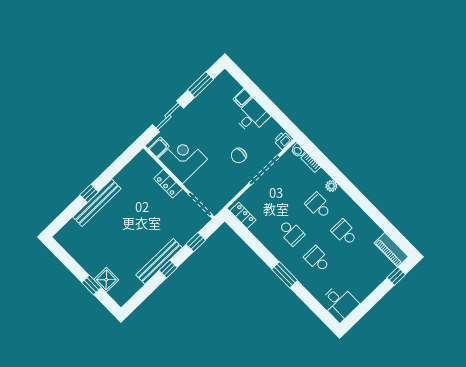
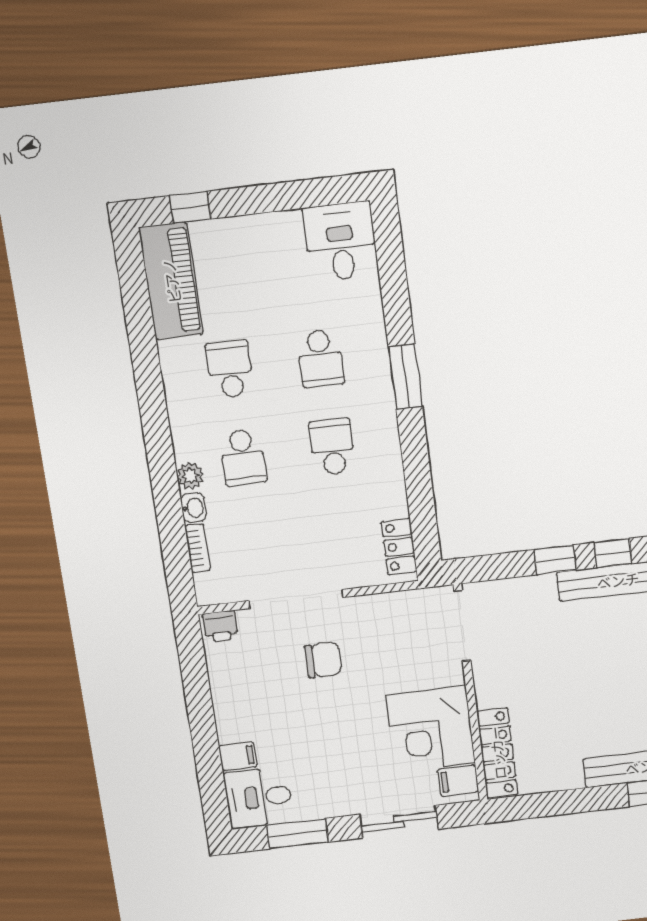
desk: (252, 116) -> (258, 797), moved
washbasin: (298, 151) -> (193, 508), moved
locker: (168, 184) -> (497, 753), moved, width x1.53
school desk: (345, 233) -> (230, 369), turned 180
window: (196, 242) -> (555, 560), moved
piano: (391, 250) -> (171, 281), width x1.37, depth x1.33

